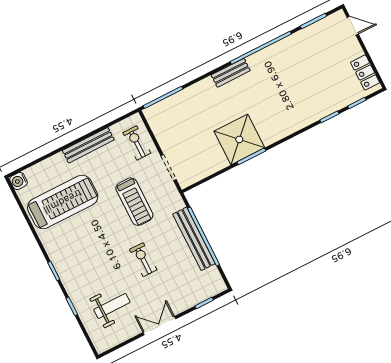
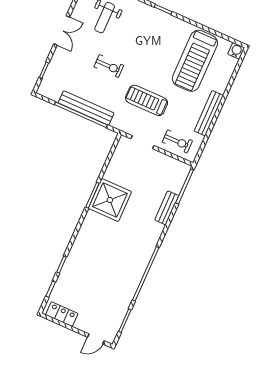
bench: (231, 73) -> (167, 208), moved

